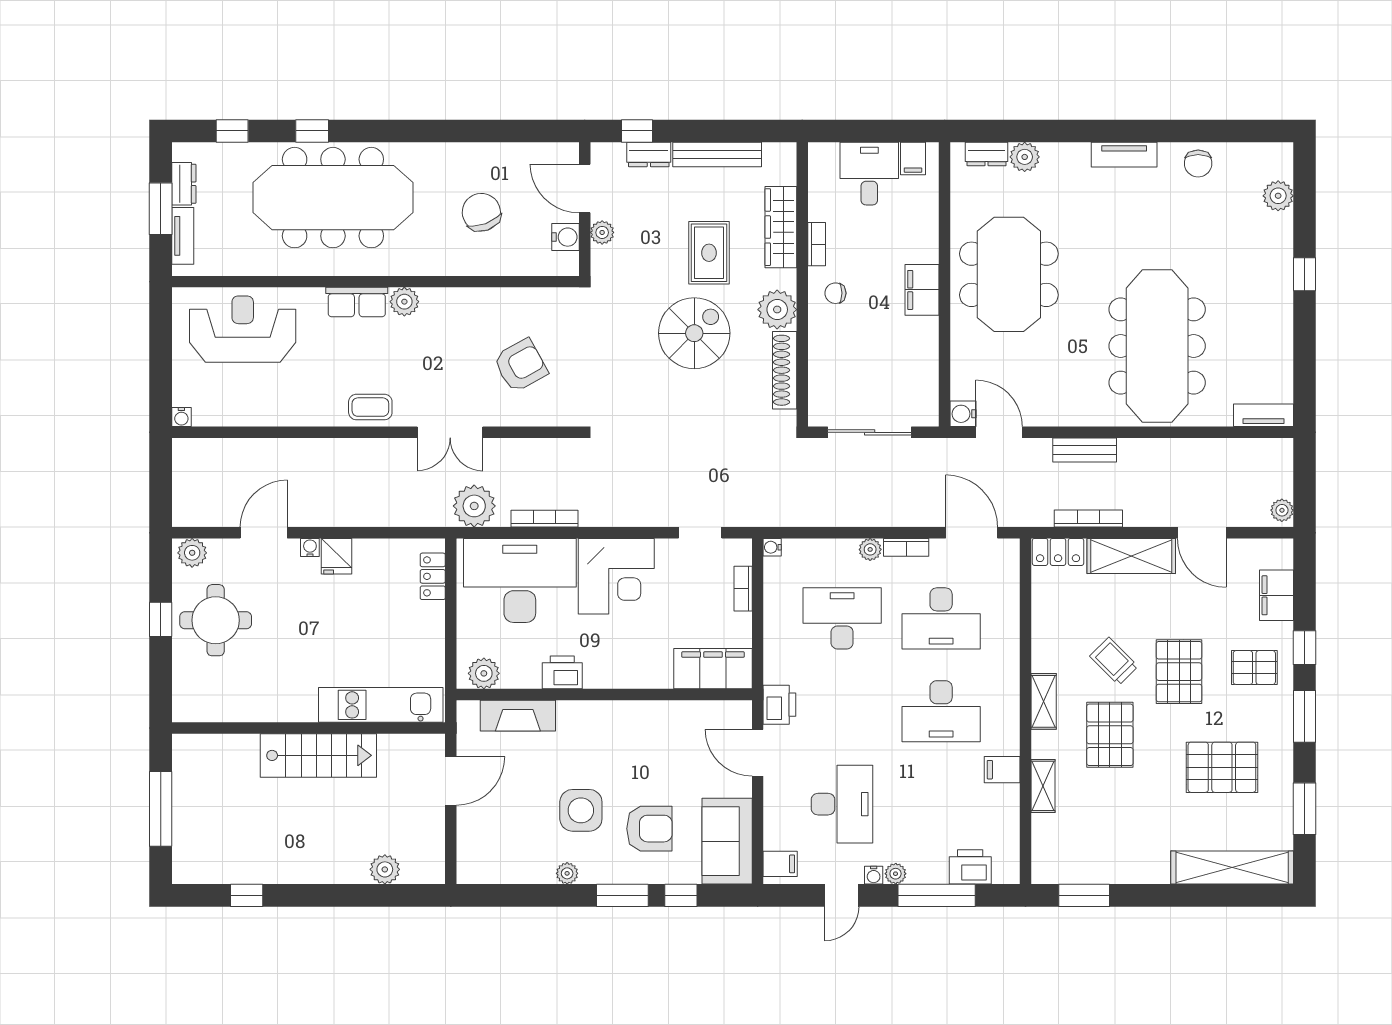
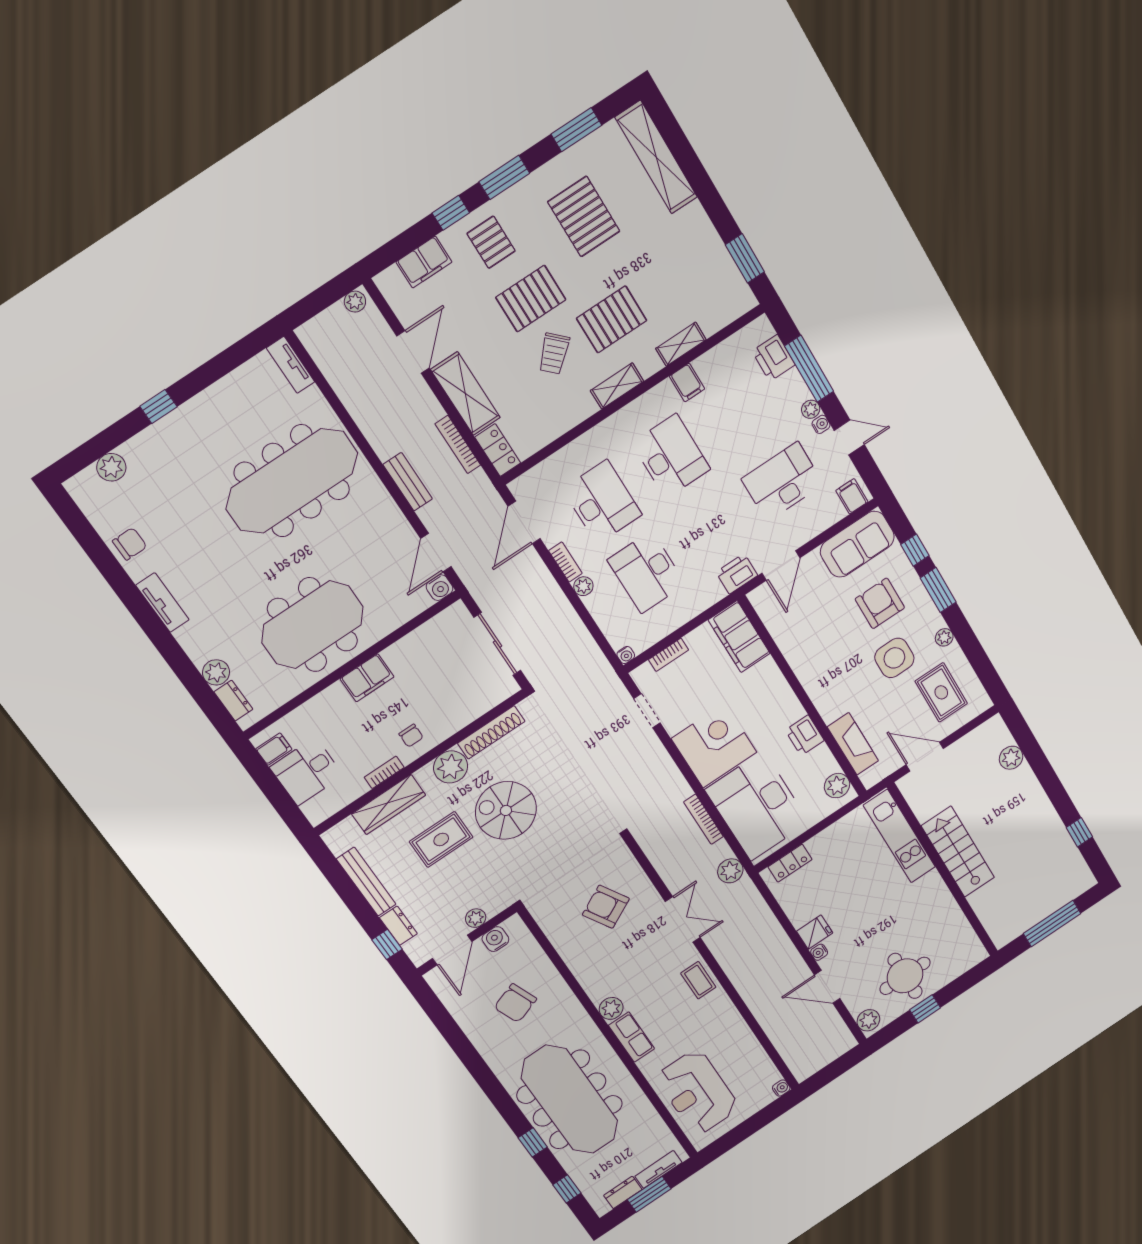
plant: (474, 506) -> (730, 871), width x0.73, depth x0.73
rug: (509, 837) -> (941, 692), added

